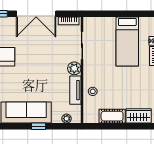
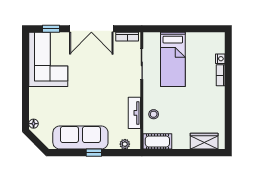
bed: (127, 41) -> (173, 59), moved
plant: (74, 68) -> (133, 89), removed
cot: (112, 116) -> (157, 141), moved

